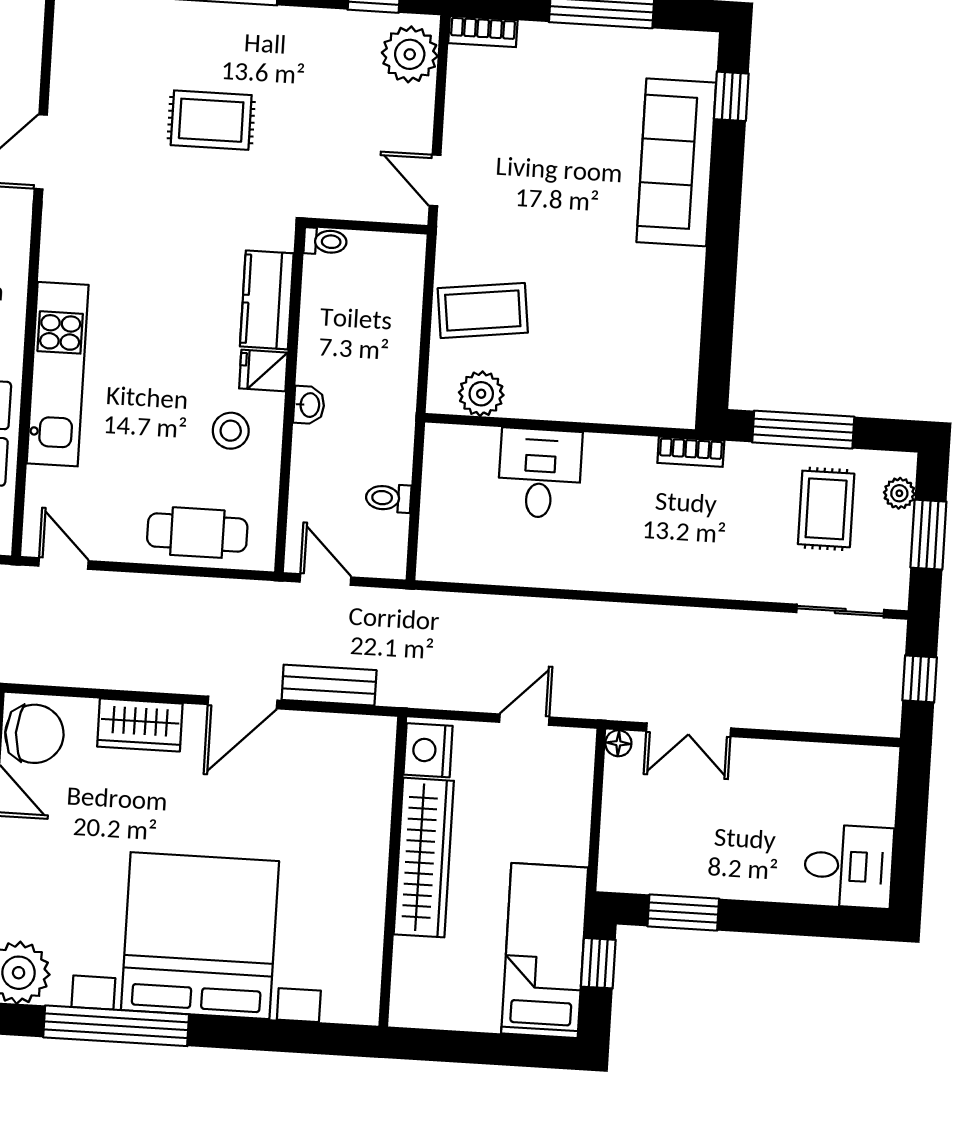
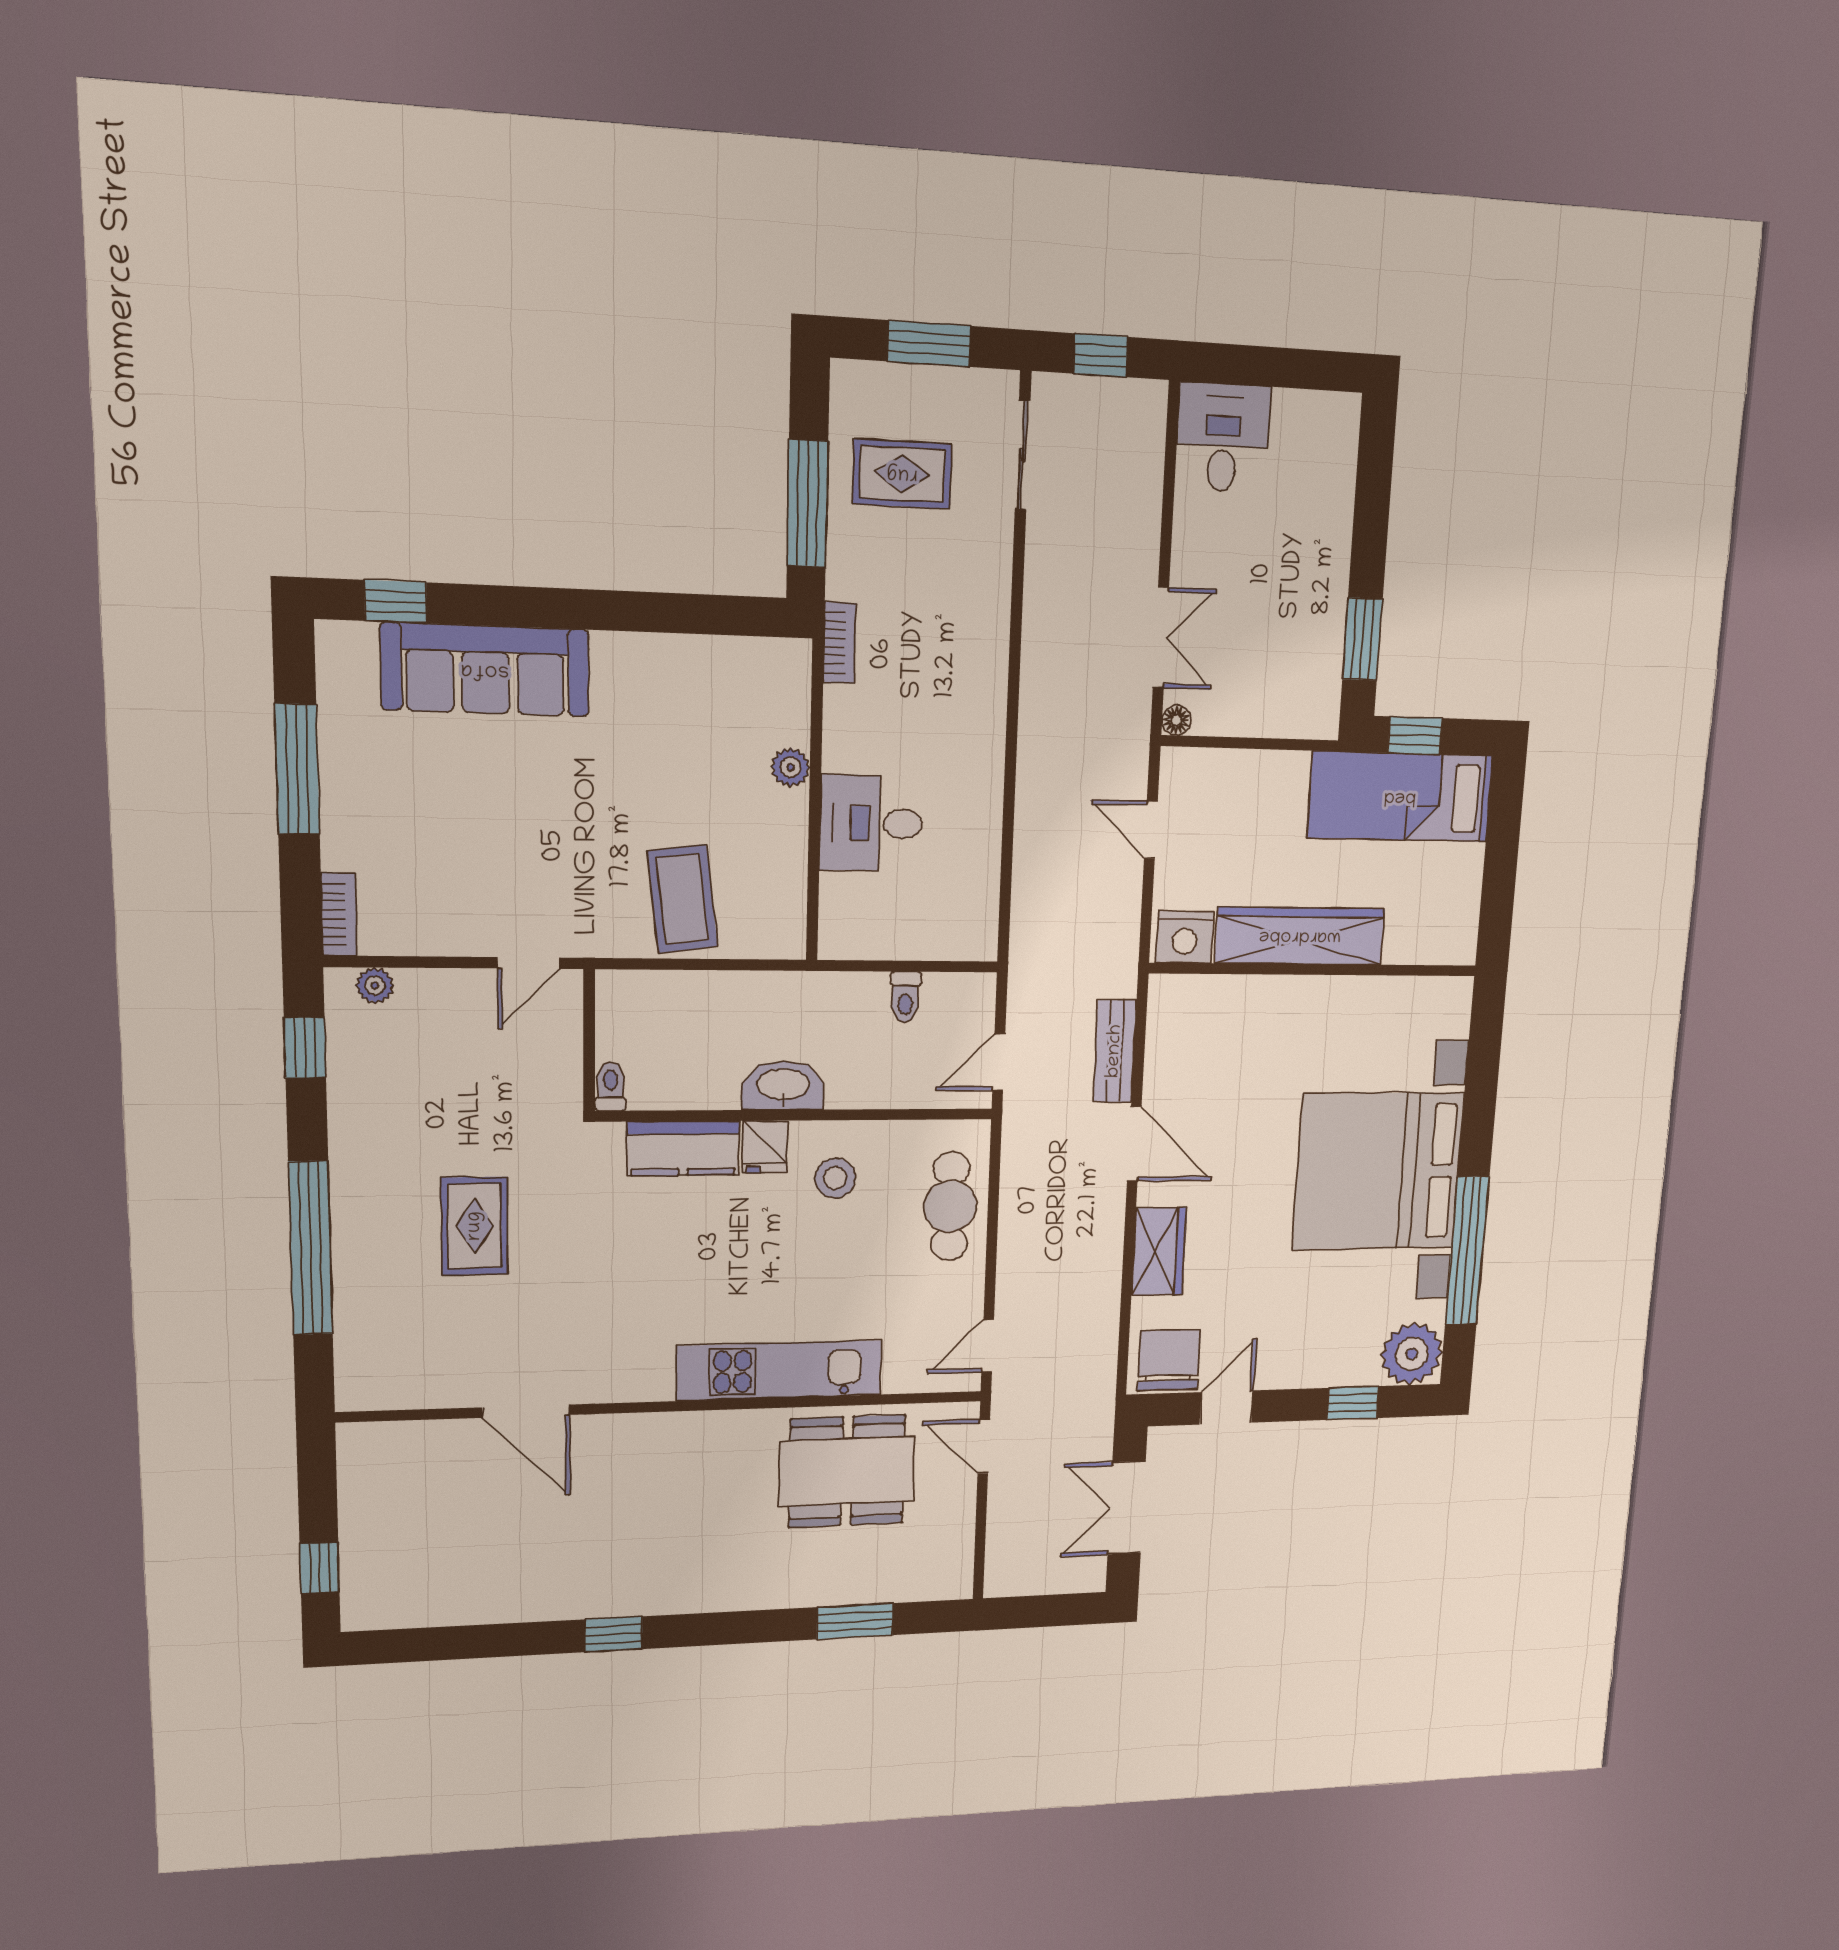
plant: (410, 54) -> (375, 985), width x0.53, depth x0.53
plant: (481, 394) -> (791, 767), moved, width x0.73, depth x0.73
washbasin: (309, 405) -> (783, 1085), width x1.91, depth x1.45
plant: (899, 493) -> (880, 381), removed
desk: (849, 866) -> (1223, 437), moved

